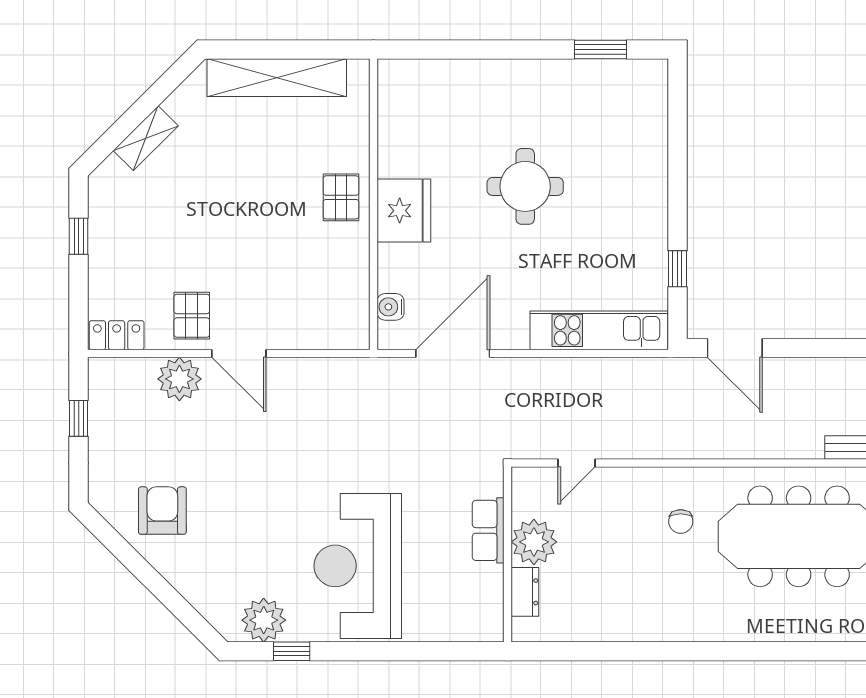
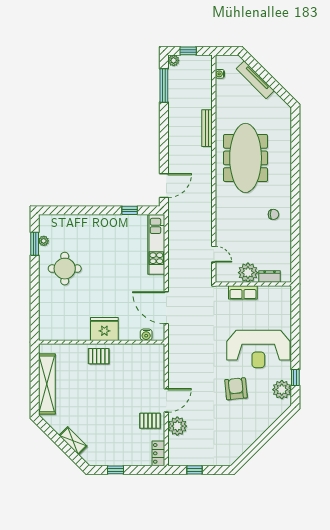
plant: (607, 70) -> (44, 241), added
round table: (525, 186) -> (65, 269), moved
armchair: (162, 511) -> (236, 389), moved, turned 84
chair: (681, 521) -> (273, 214), moved

